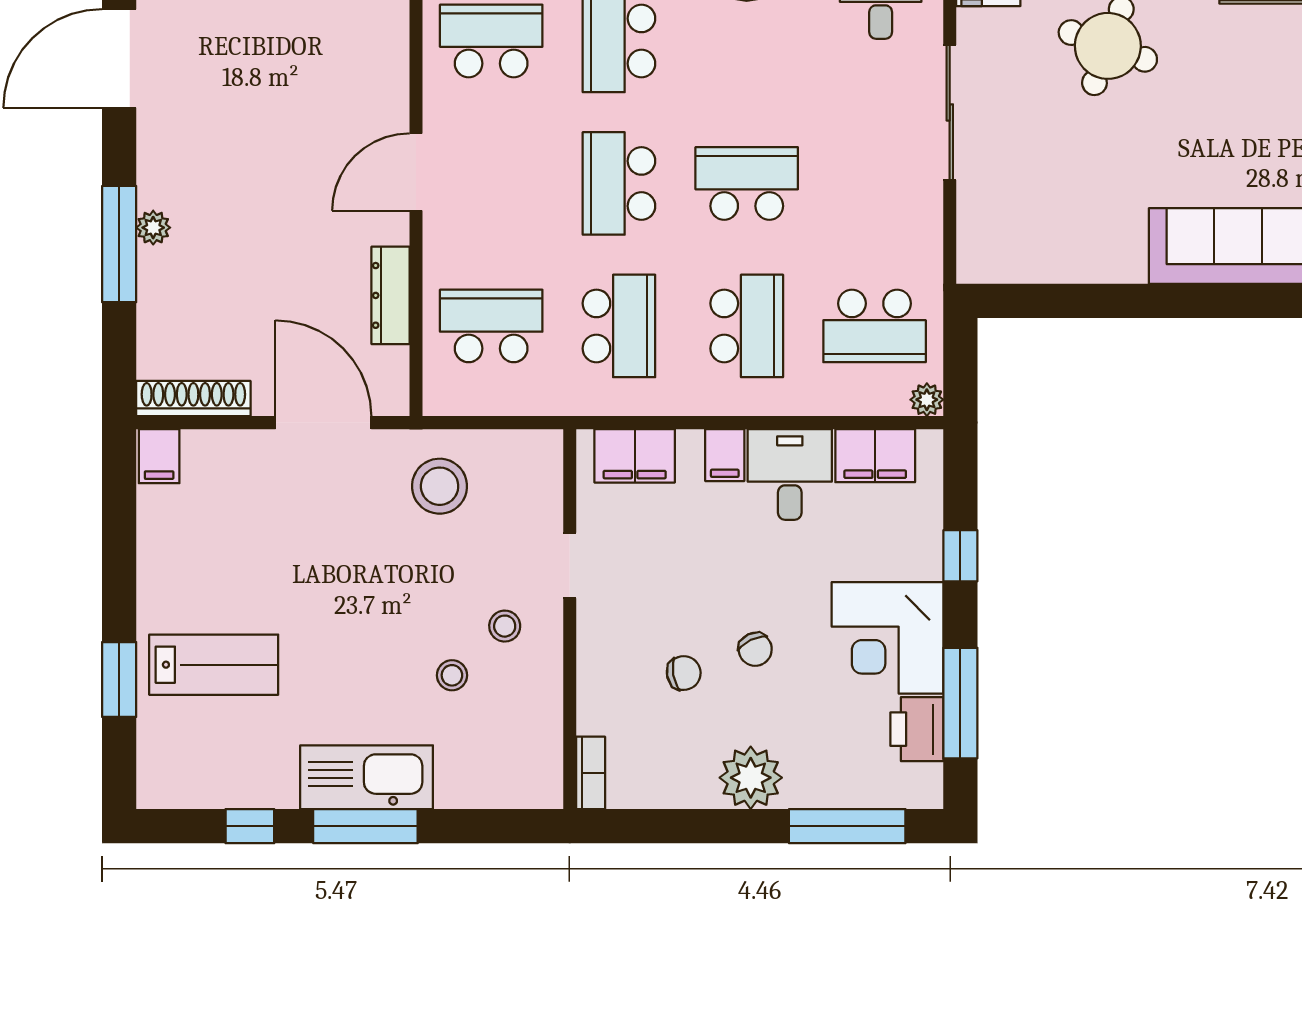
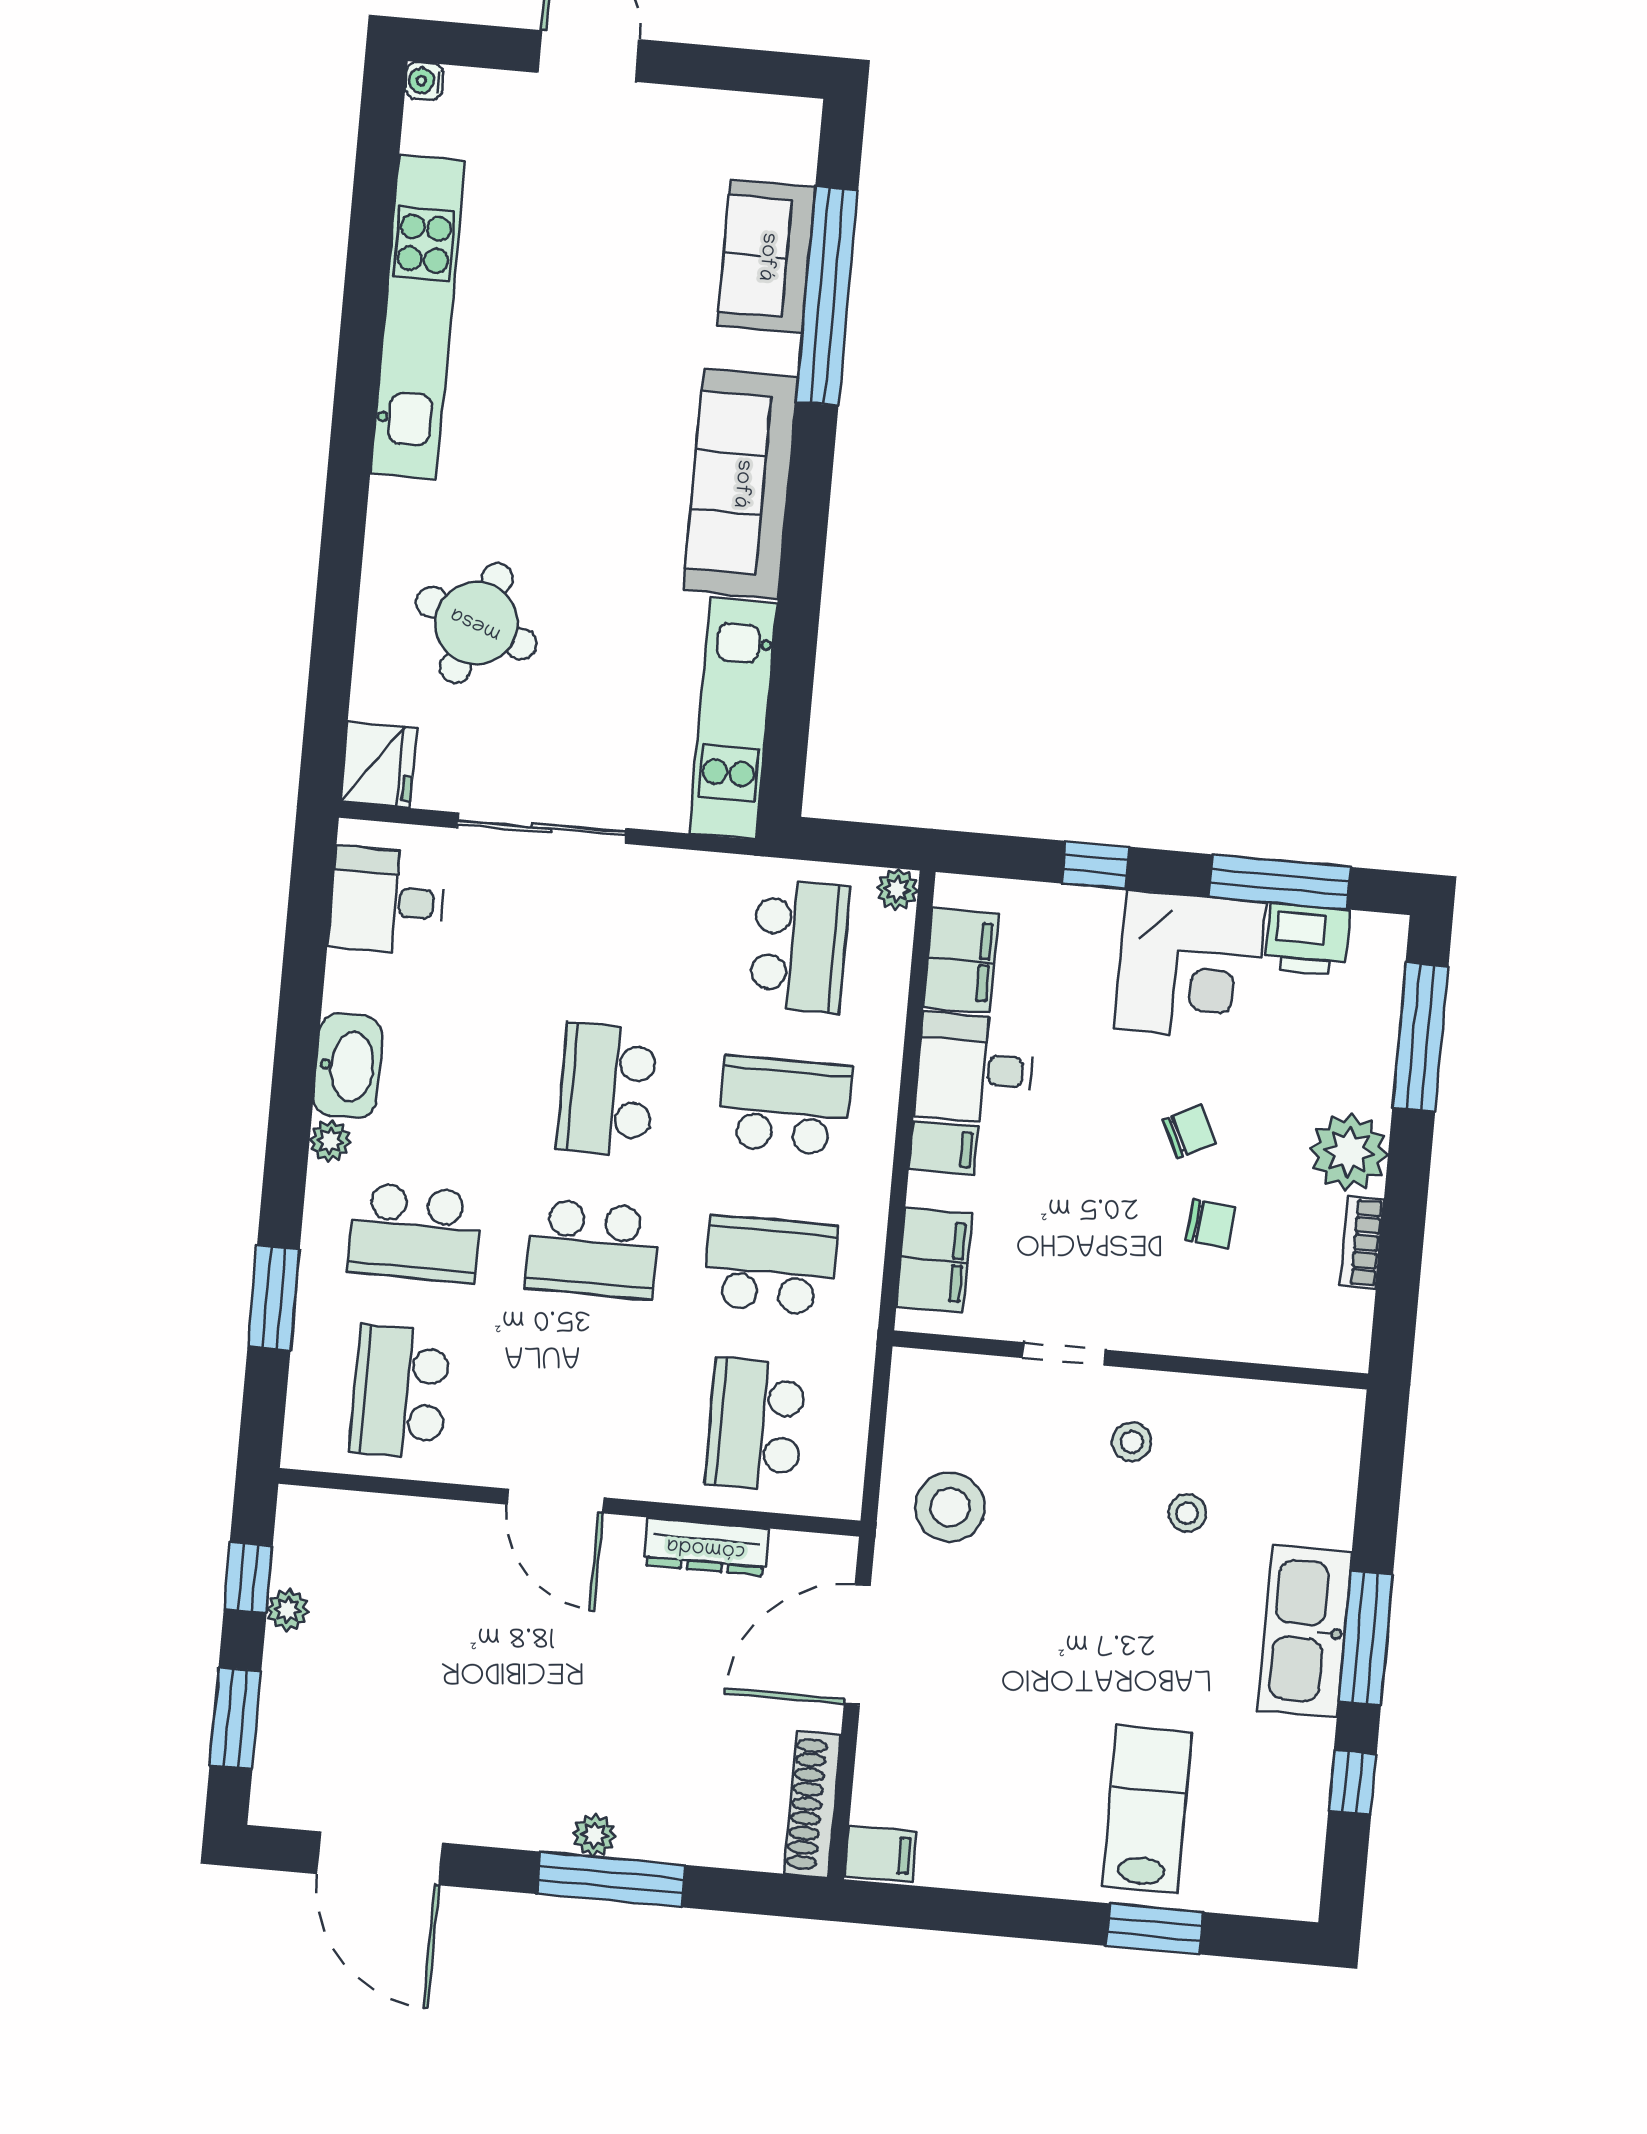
kitchen unit: (1051, 257) -> (733, 718), added
chair: (684, 673) -> (1211, 1224), turned 105
bookcase: (591, 773) -> (1362, 1242), moved, turned -90

